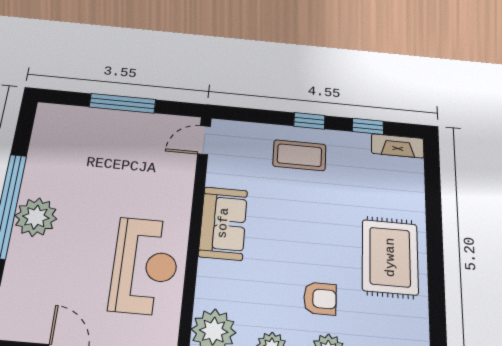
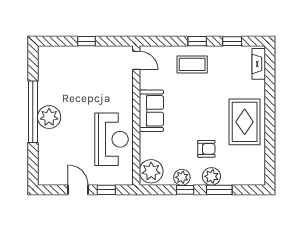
window: (123, 103) -> (86, 41), width x0.46
door: (204, 140) -> (136, 60), swing flipped
fireplace: (398, 146) -> (259, 64), moved, turned 90

